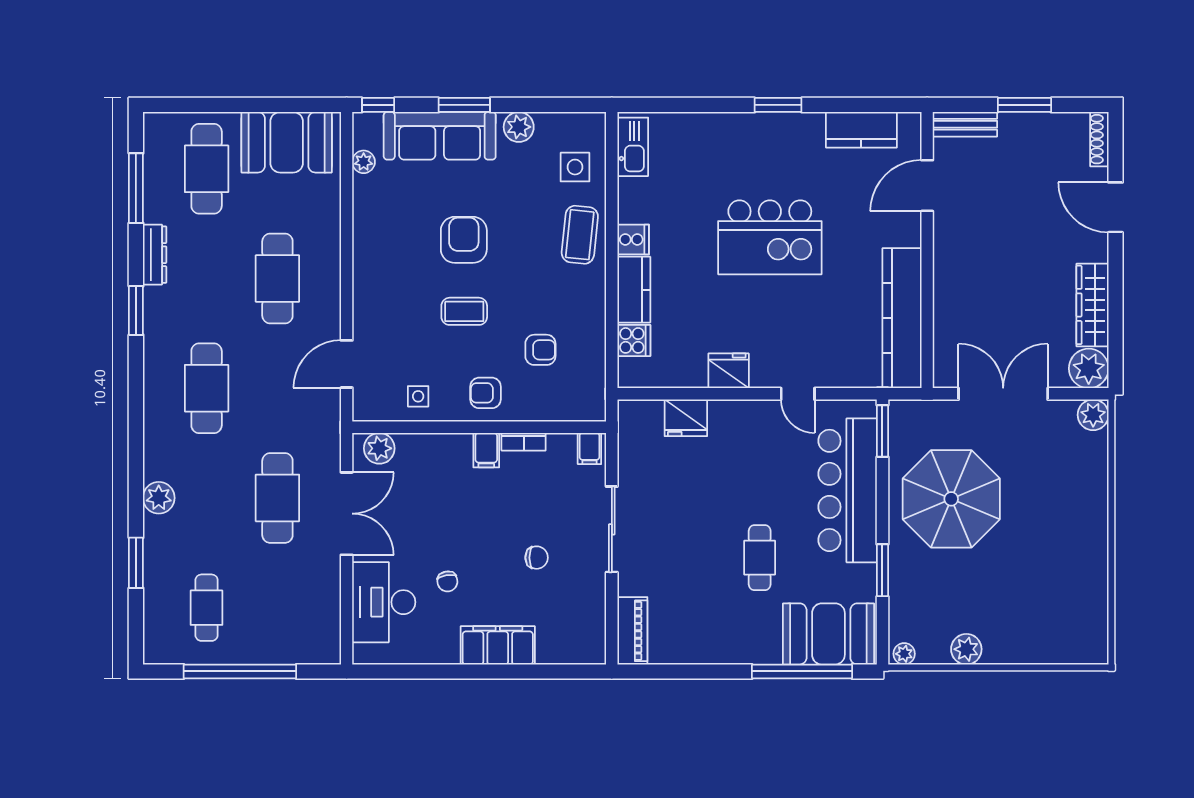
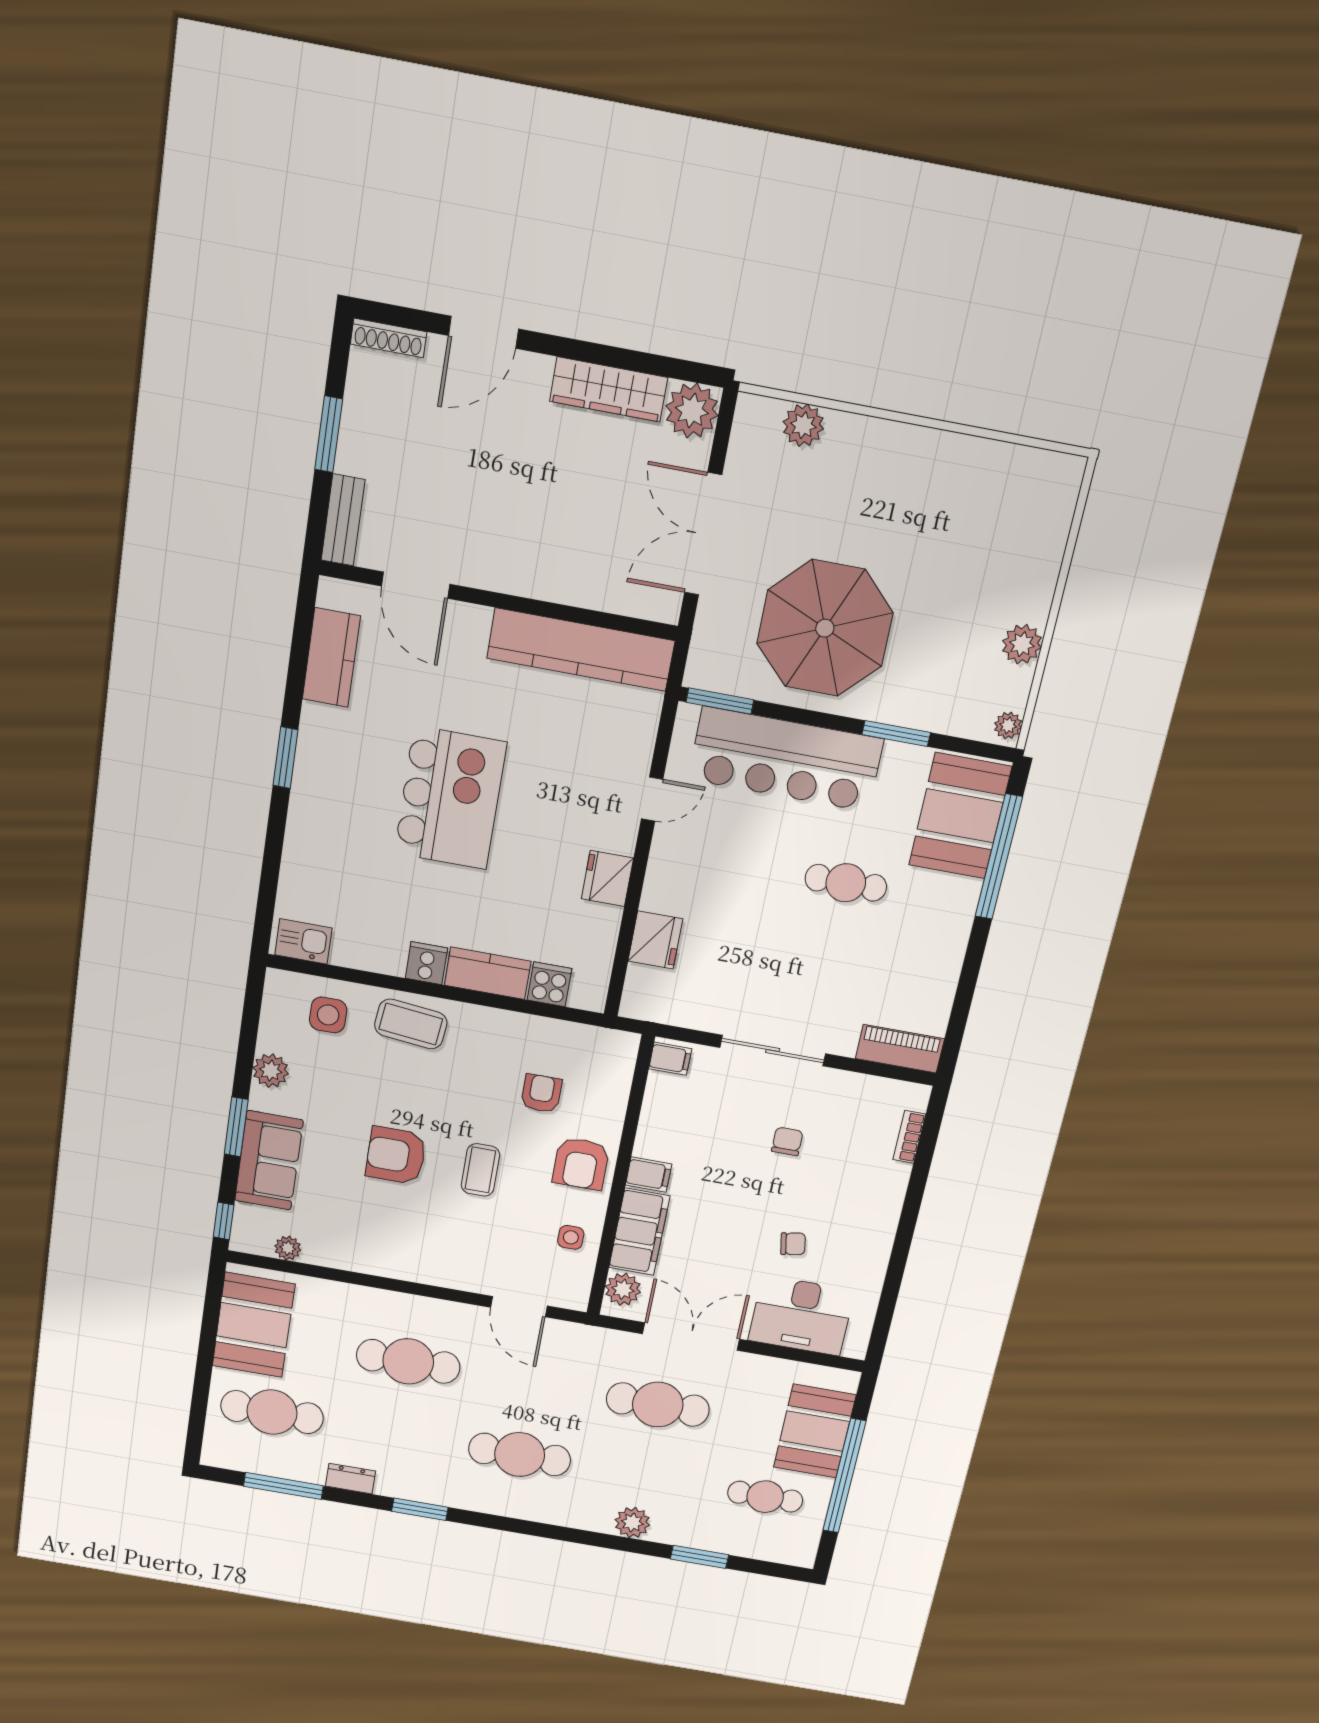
sofa: (440, 136) -> (269, 1160), width x0.73
kitchen sink: (633, 147) -> (303, 941), width x0.73
dresser: (155, 255) -> (350, 1479), width x0.70
armchair: (485, 393) -> (581, 1163), width x1.38, depth x1.38
plant: (1093, 415) -> (803, 425), moved
bookcase: (524, 442) -> (909, 1137), moved, turned 180
booth: (278, 637) -> (815, 1431), added
filing cabinet: (498, 645) -> (639, 1232), moved, turned 180

